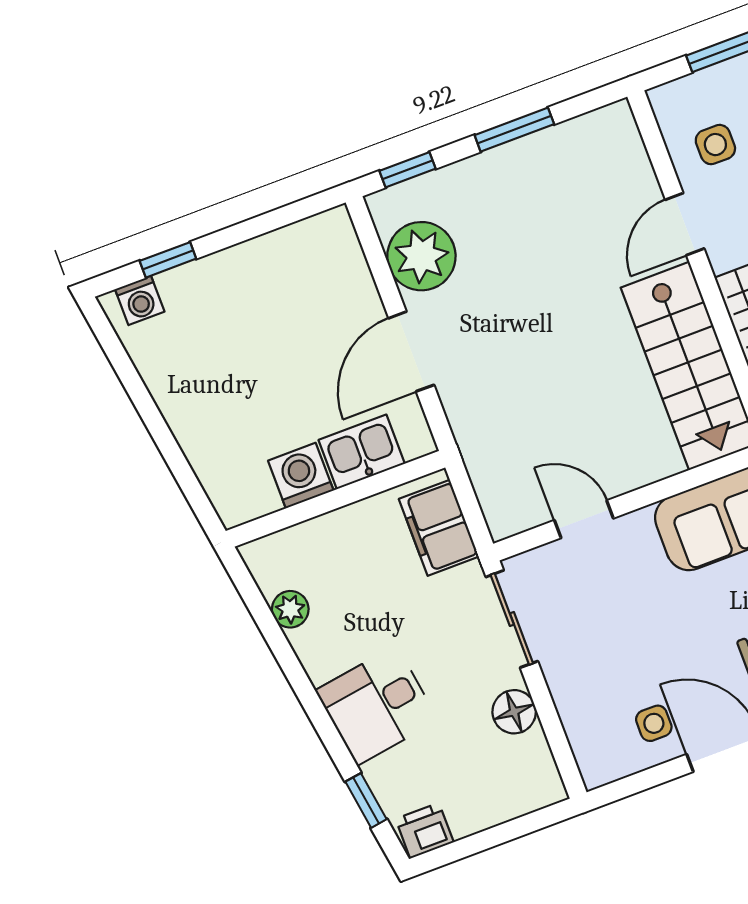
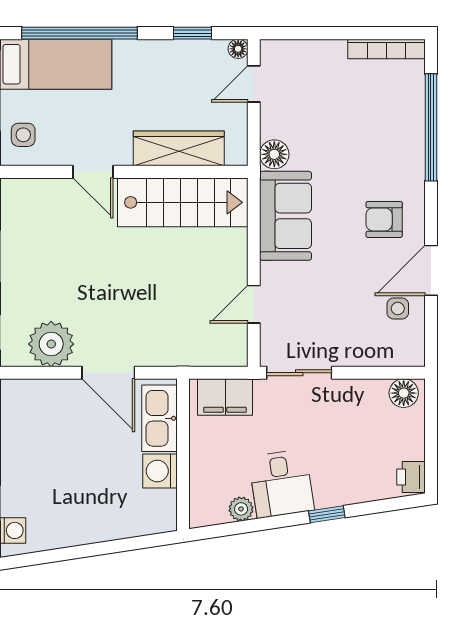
side table: (715, 145) -> (23, 135), moved
kitchen sink: (362, 452) -> (159, 418), width x1.38
desk: (377, 705) -> (281, 484), moved
floor lamp: (514, 712) -> (404, 393), moved
window: (366, 800) -> (327, 514), moved

